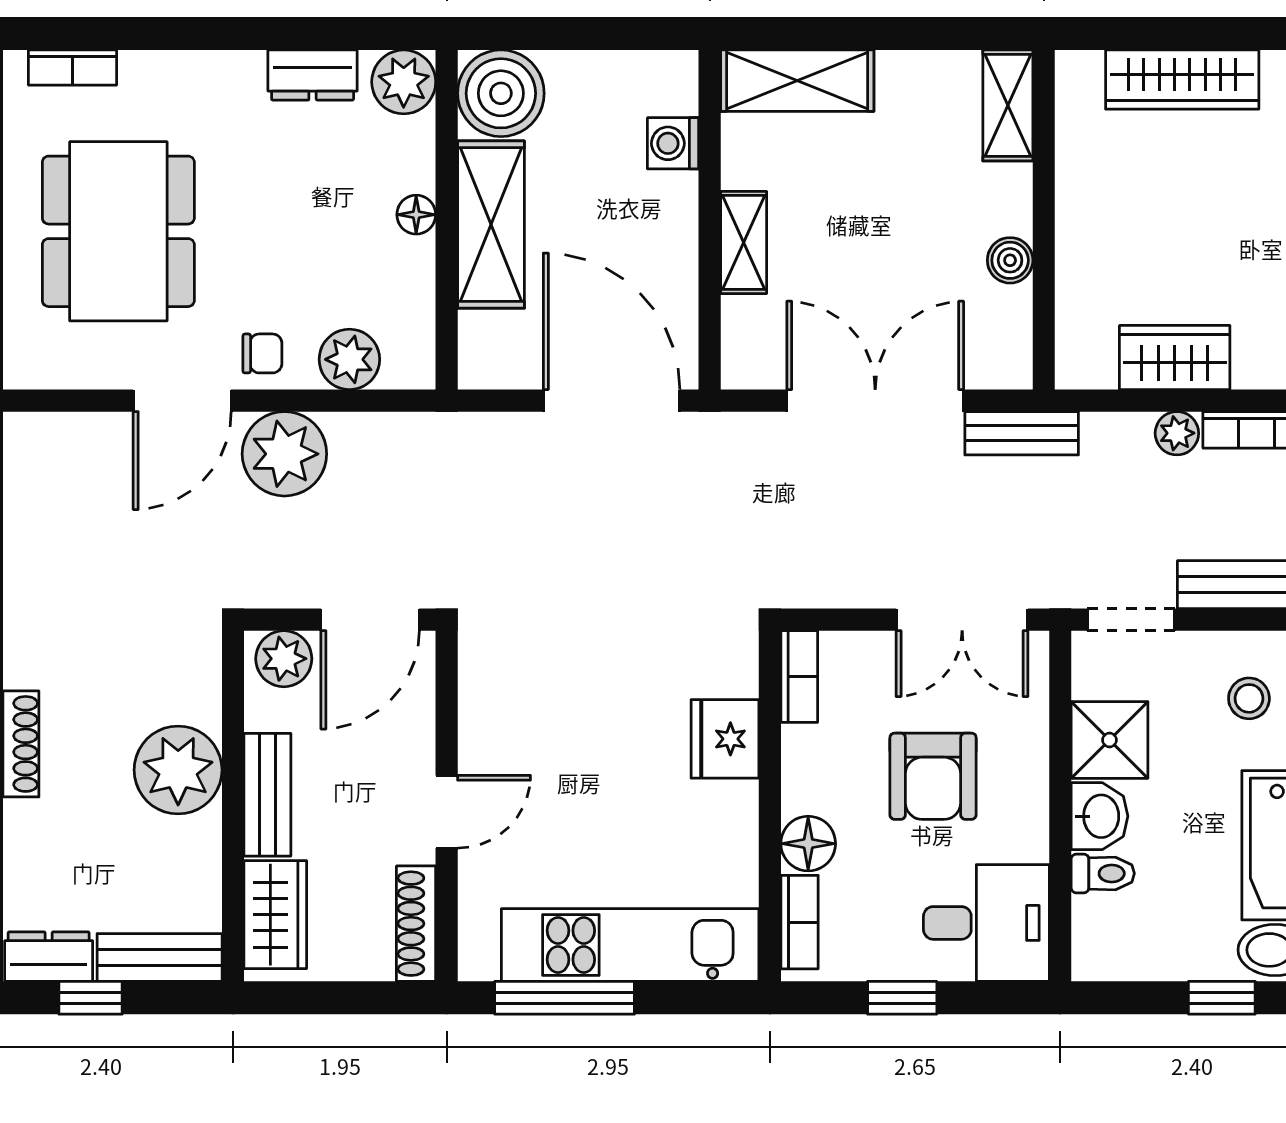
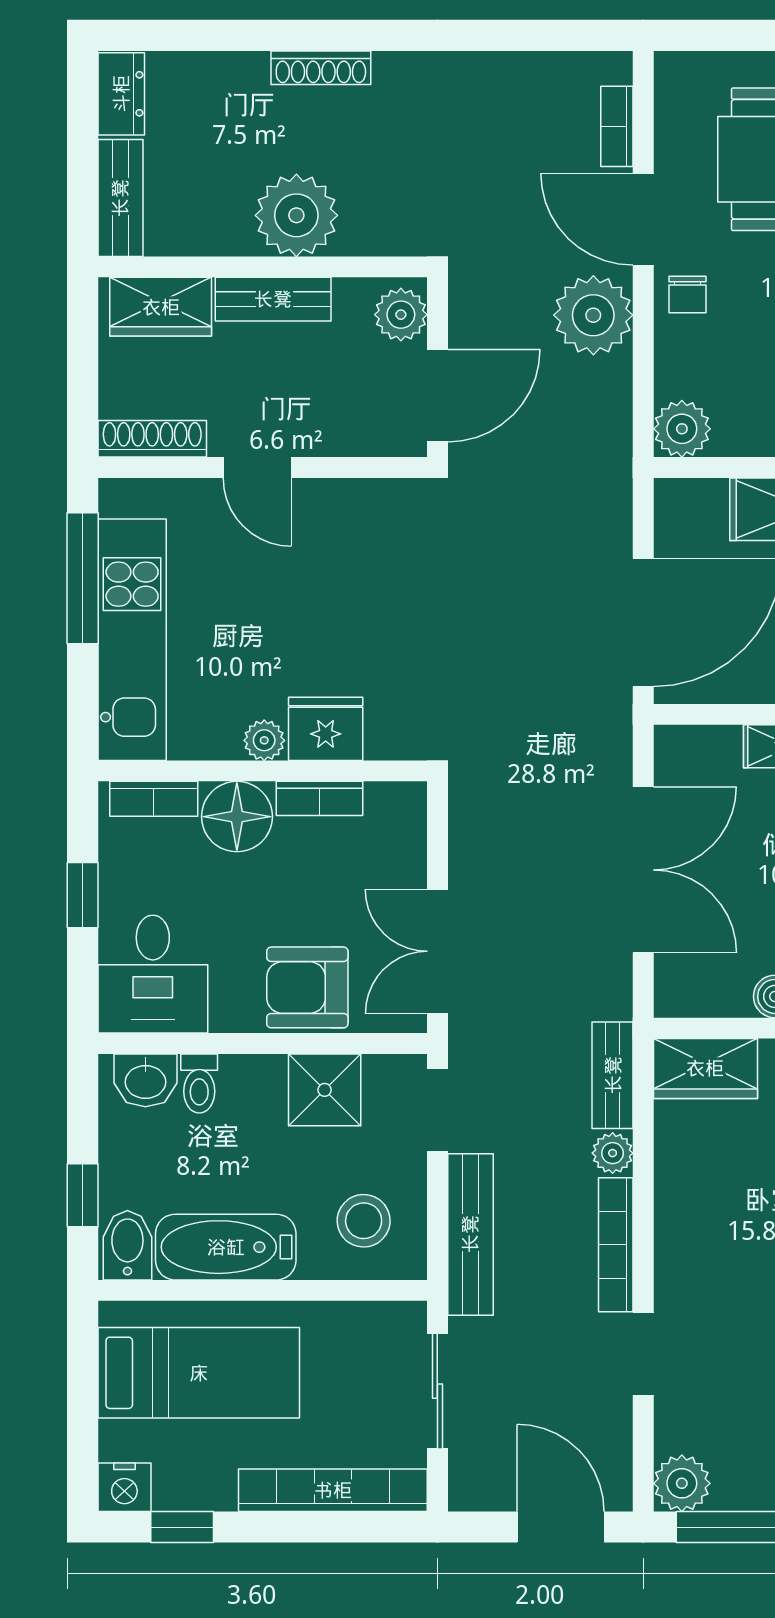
wardrobe: (1175, 358) -> (705, 1068), moved, turned 90
plant: (349, 359) -> (682, 429), moved
bookcase: (83, 429) -> (617, 126), added
bench: (1022, 433) -> (613, 1075), moved
door: (370, 620) -> (437, 396), swing flipped
bookcase: (799, 677) -> (319, 798), moved
stool: (1249, 698) -> (364, 1221), width x1.37, depth x1.37
armchair: (933, 776) -> (307, 987), moved
plant: (737, 804) -> (264, 740), added
washbasin: (1099, 816) -> (145, 1080), moved
floor lamp: (808, 844) -> (237, 817), width x1.38, depth x1.38
window: (91, 998) -> (83, 133), removed

